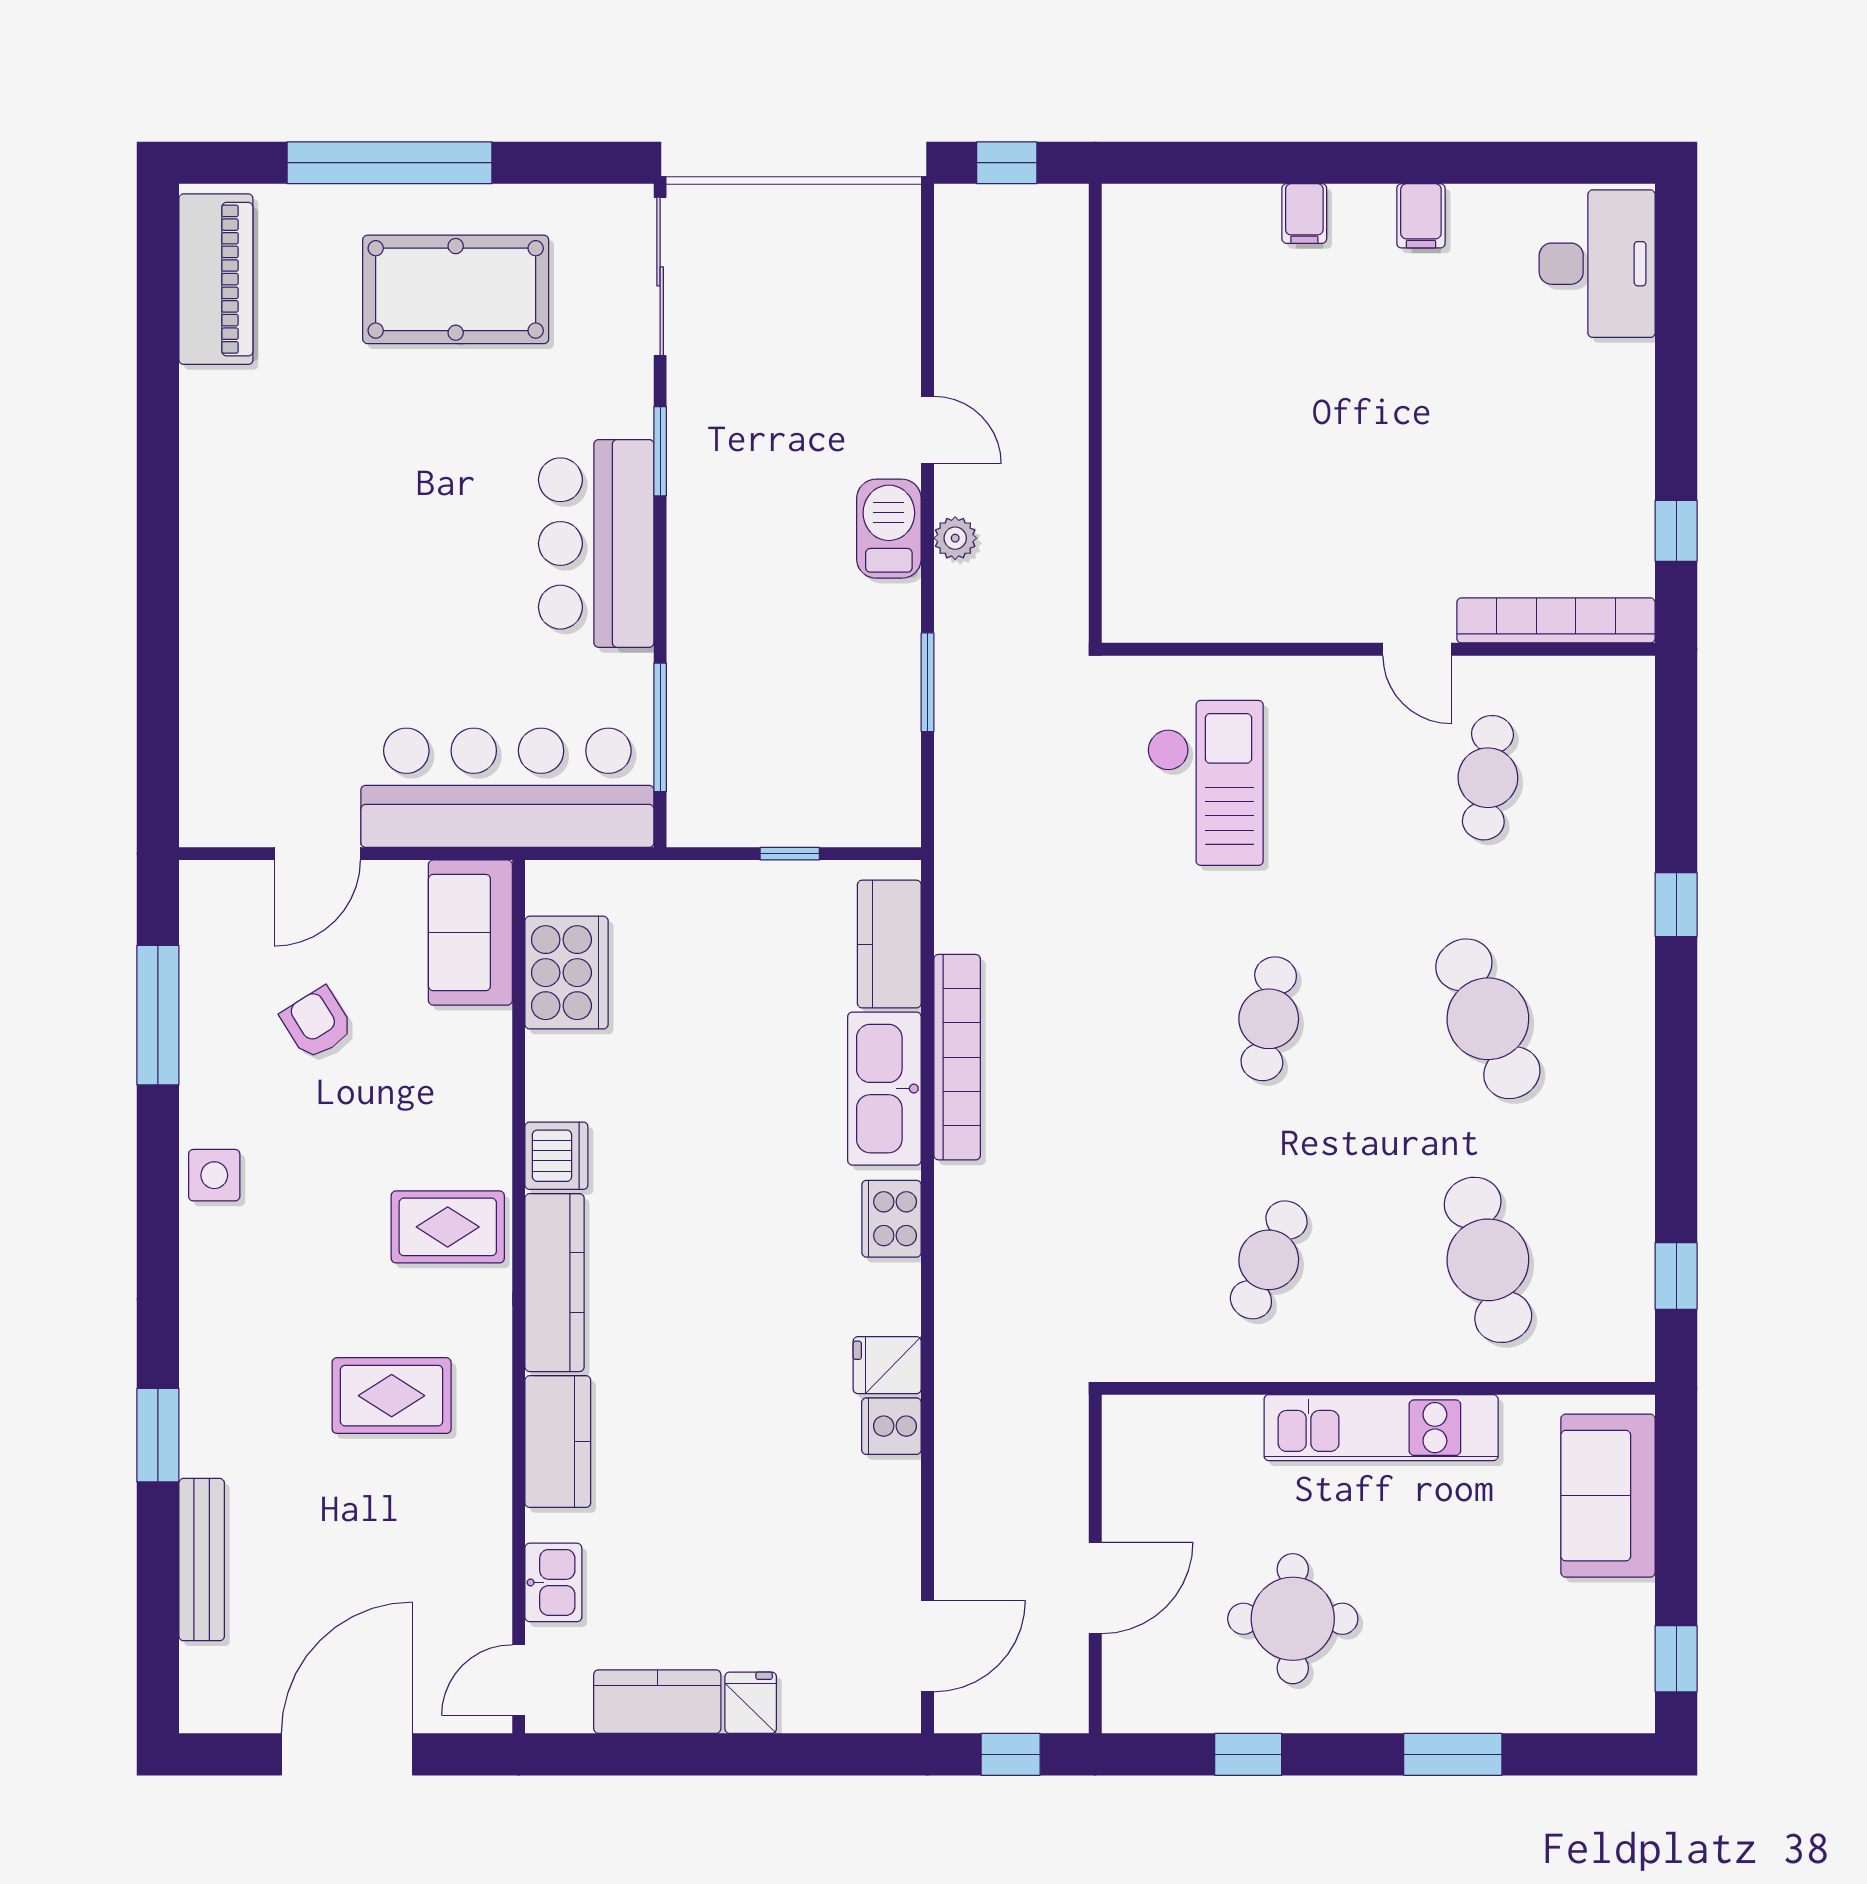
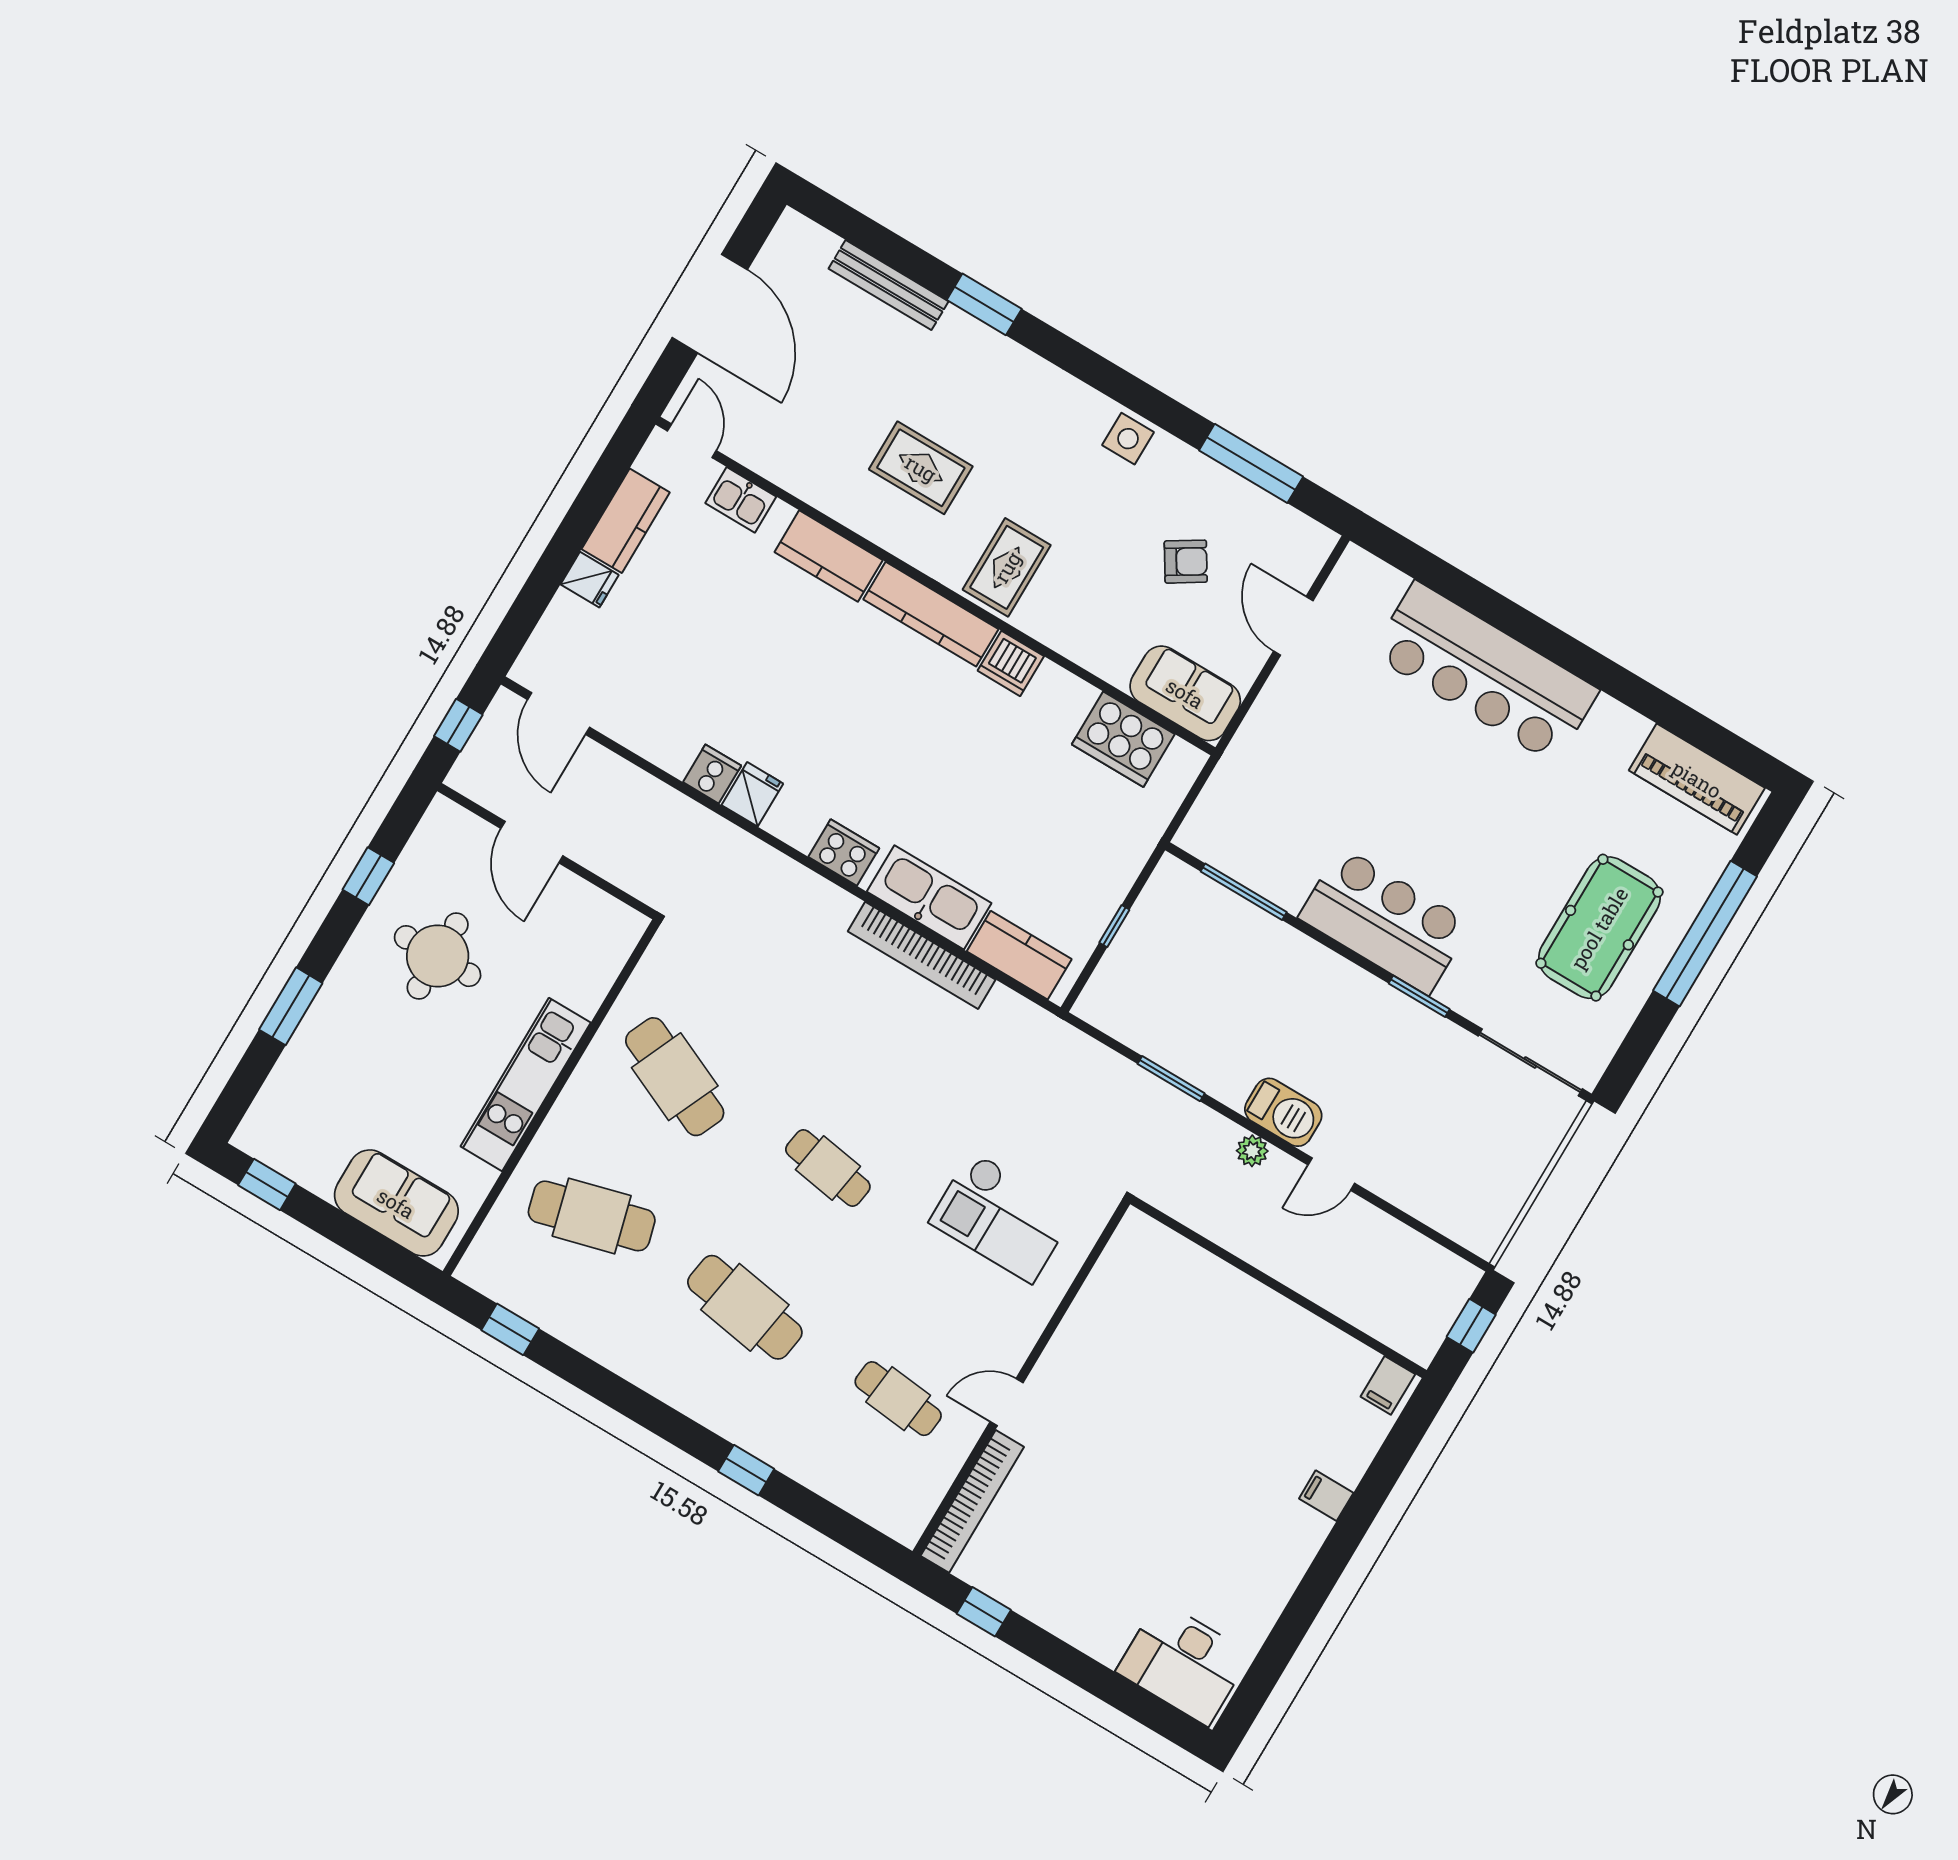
filing cabinet: (1421, 216) -> (1388, 1385), moved, turned -90
bar counter: (507, 788) -> (1485, 672), moved, turned 90
cafe table: (1488, 1019) -> (745, 1307), turned 33
cafe table: (1269, 1260) -> (675, 1077), width x1.37, depth x1.35
rug: (392, 1396) -> (921, 468), turned 90

